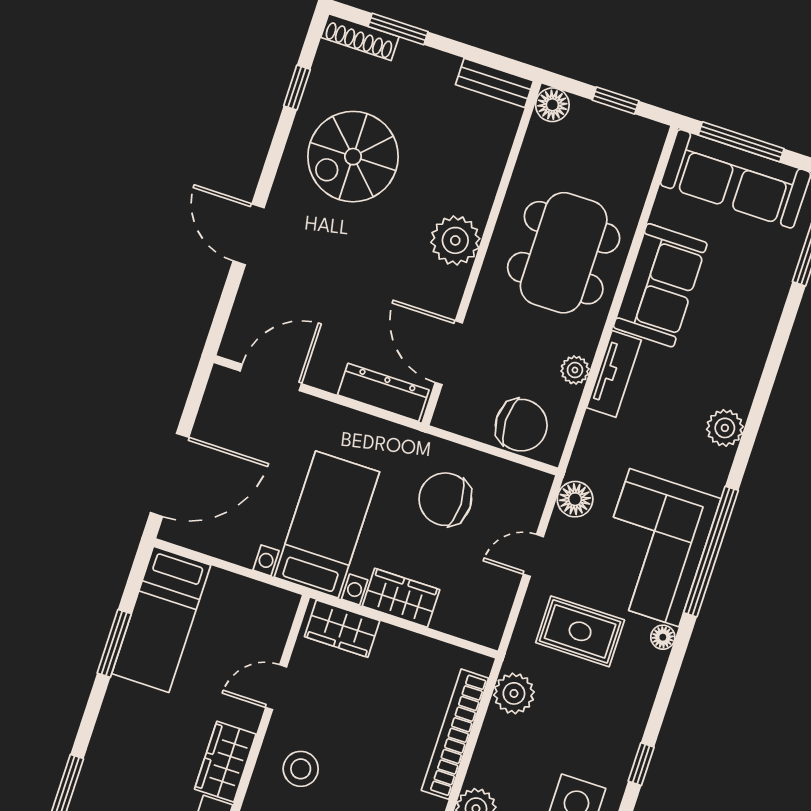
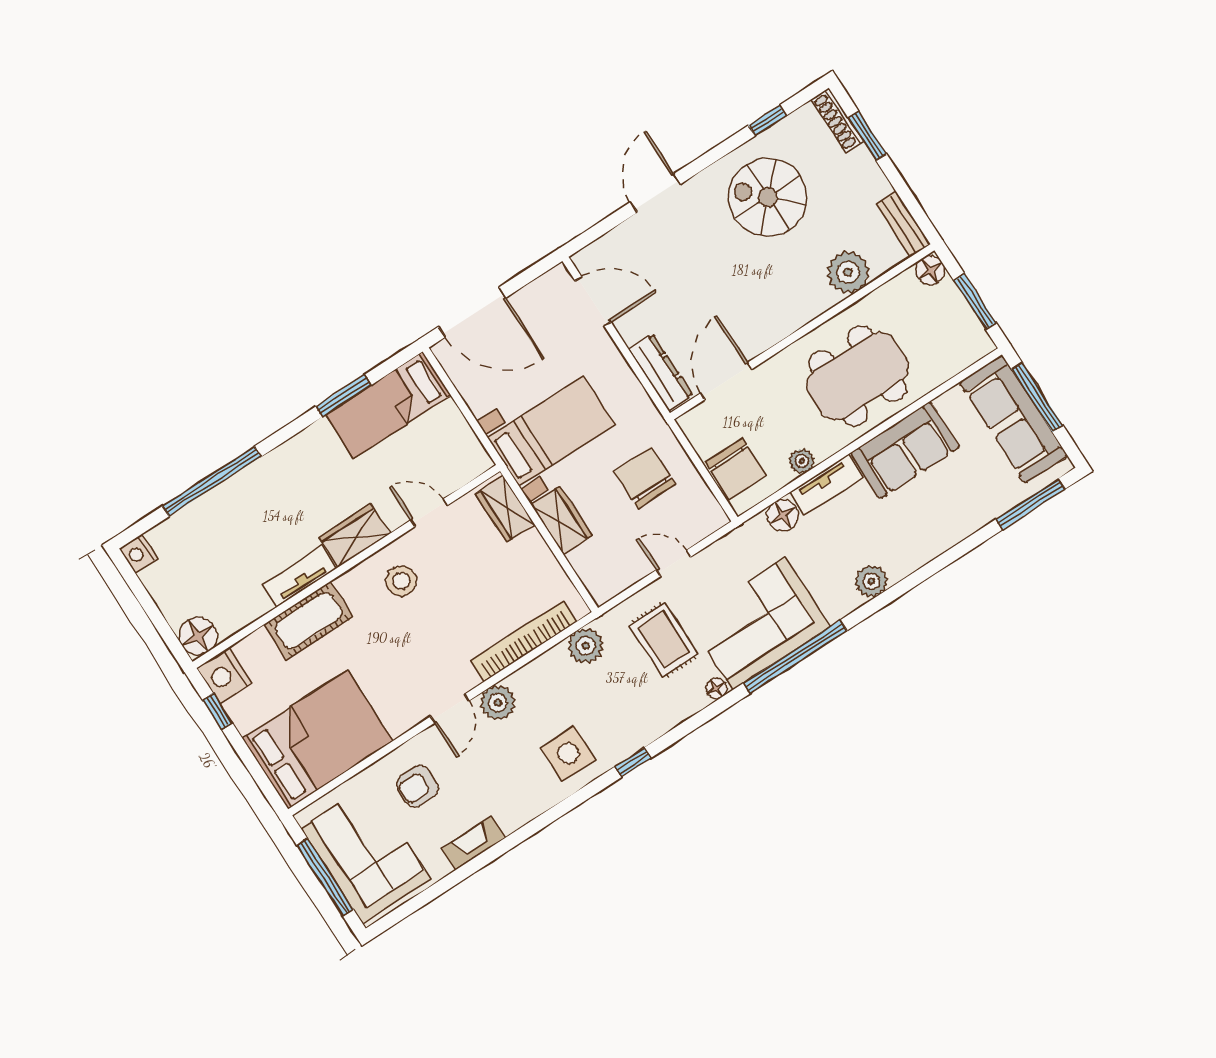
window: (616, 100) -> (975, 302), width x1.50
plant: (455, 240) -> (848, 272), moved
floor lamp: (575, 499) -> (783, 515), moved

